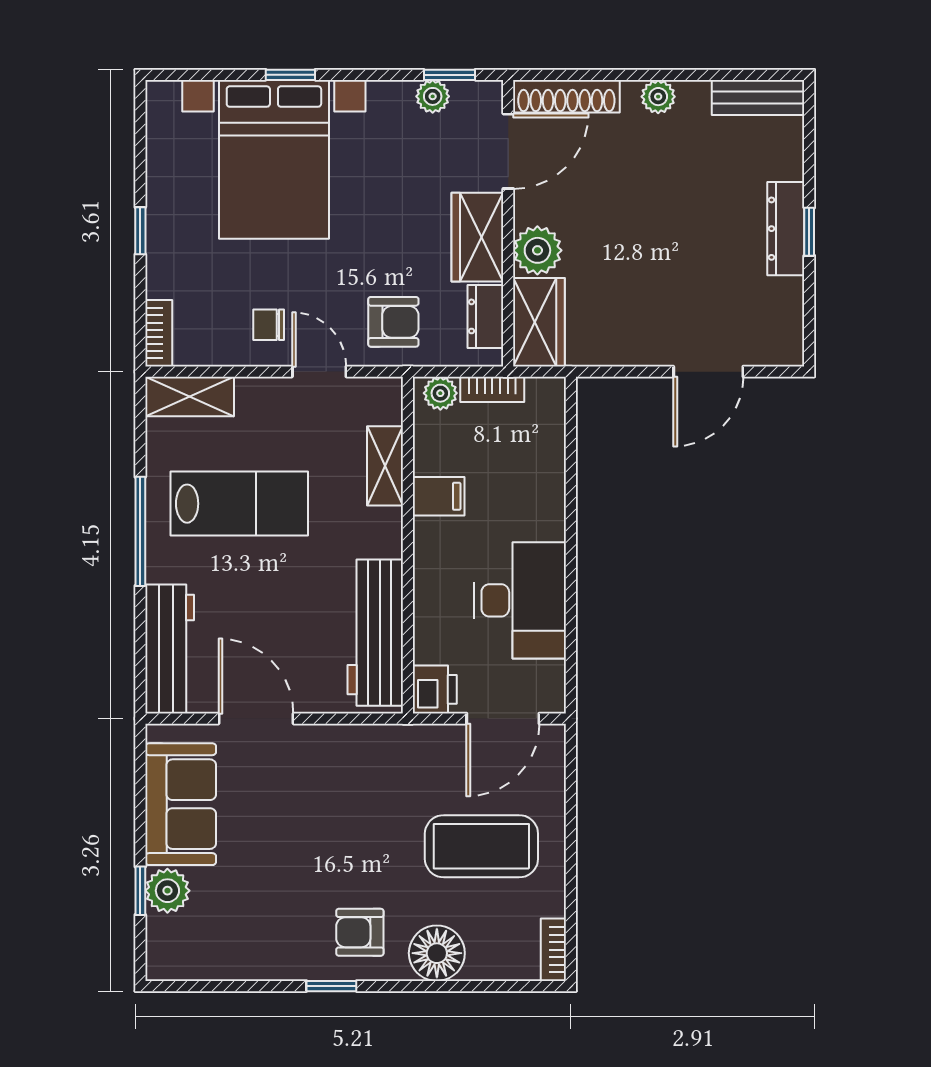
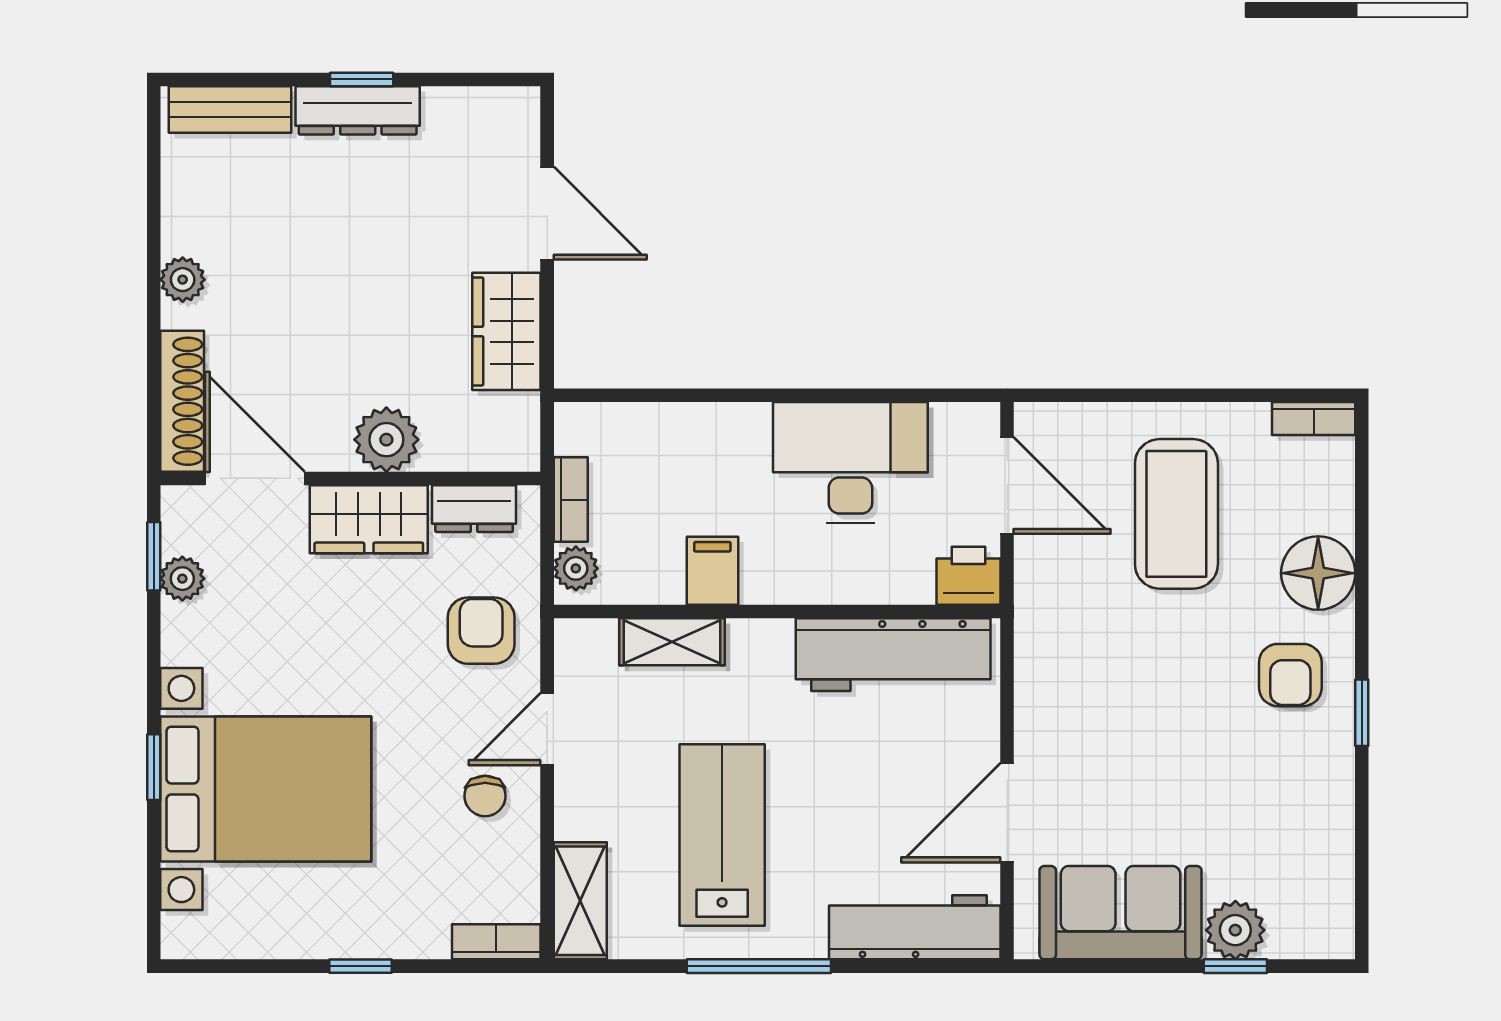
bench: (758, 97) -> (230, 109), moved, turned 90
wardrobe: (539, 322) -> (506, 331), moved, turned -90

